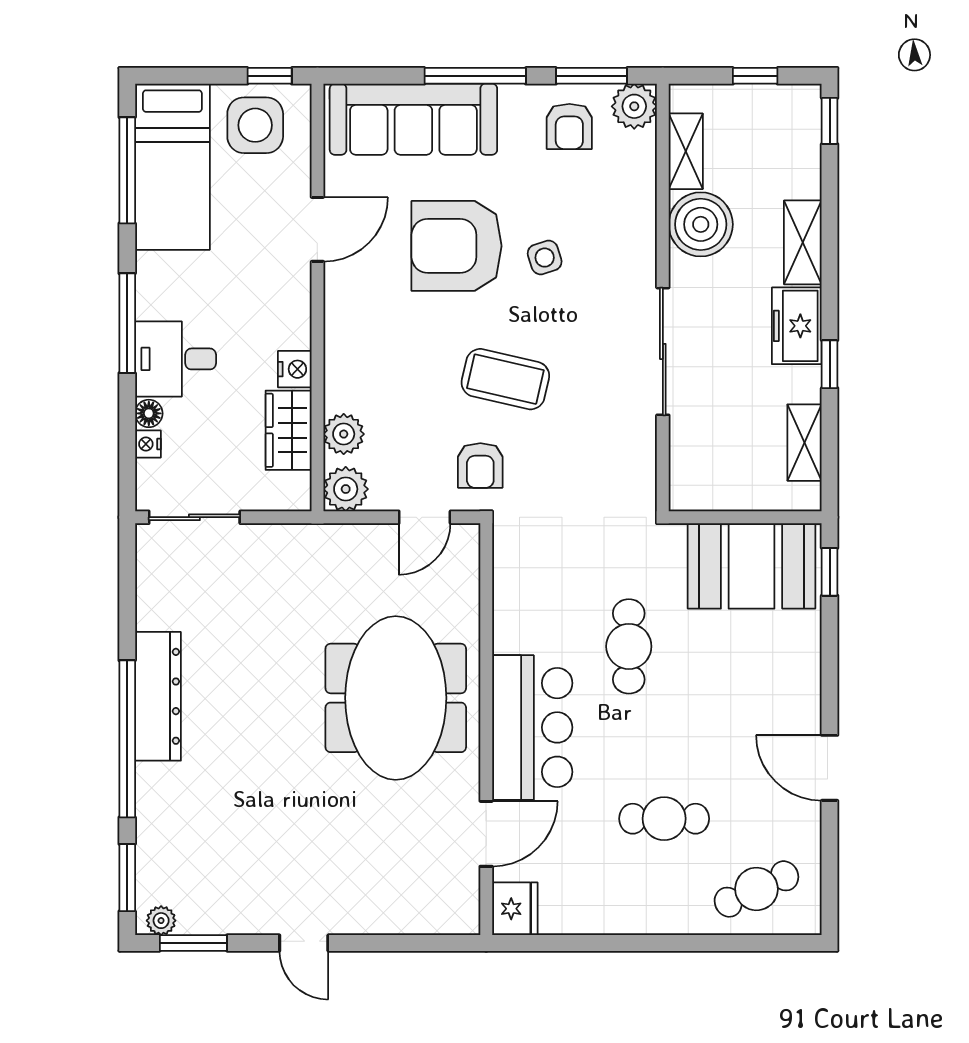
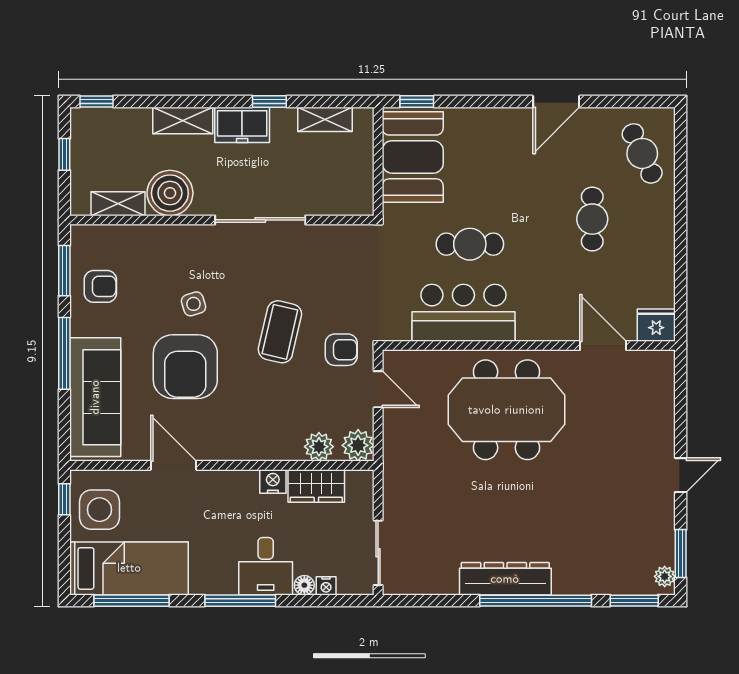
plant: (634, 106) -> (86, 240), removed
bar counter: (532, 727) -> (463, 313), moved

